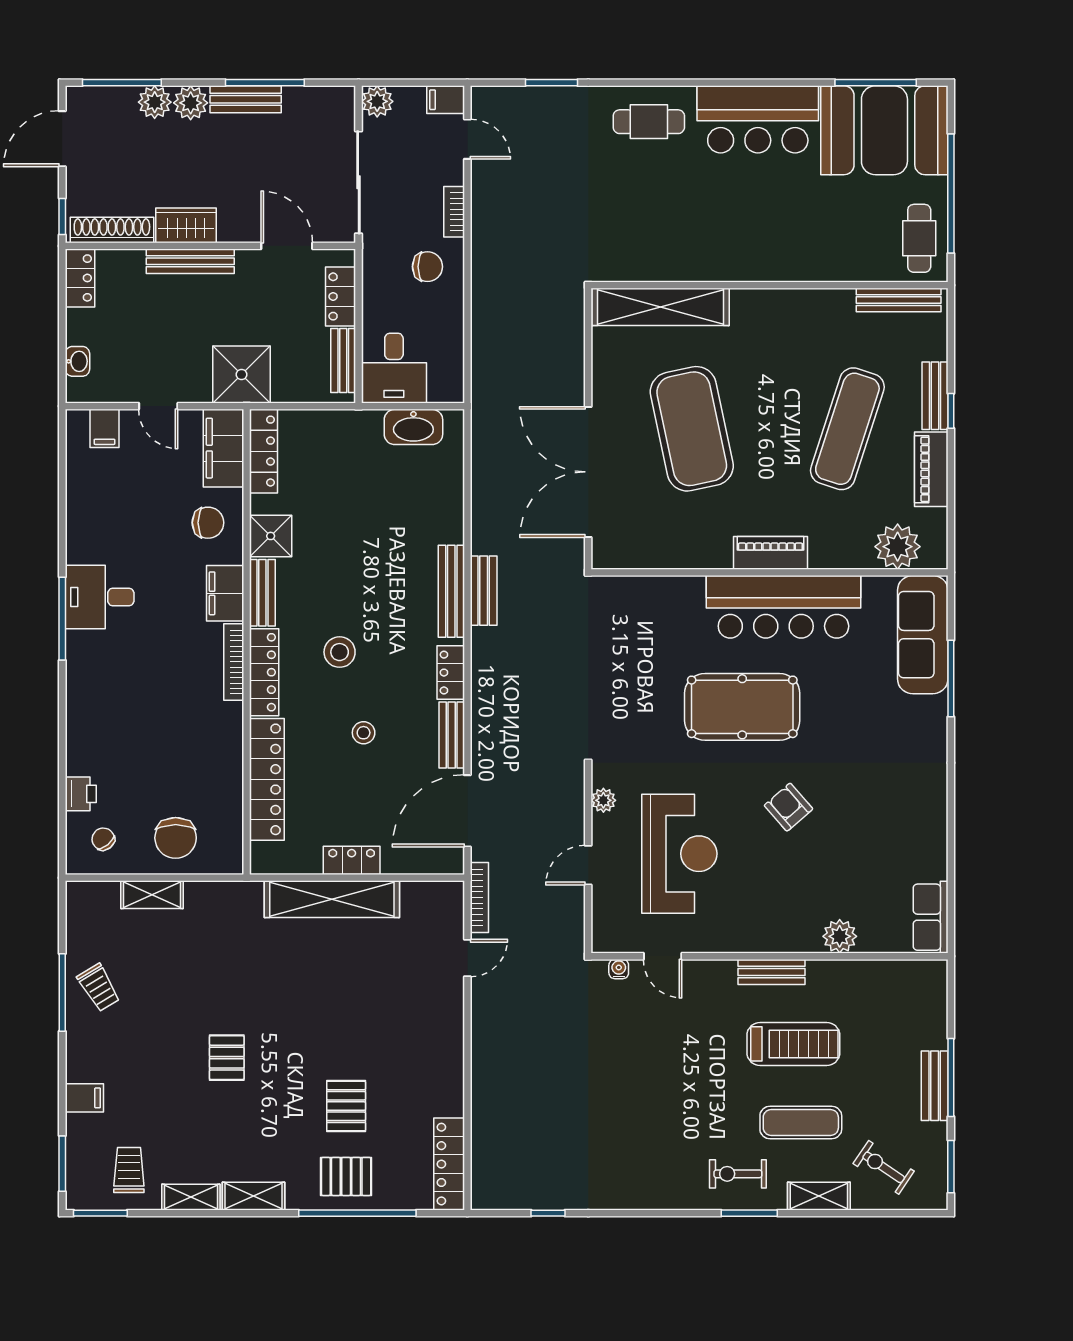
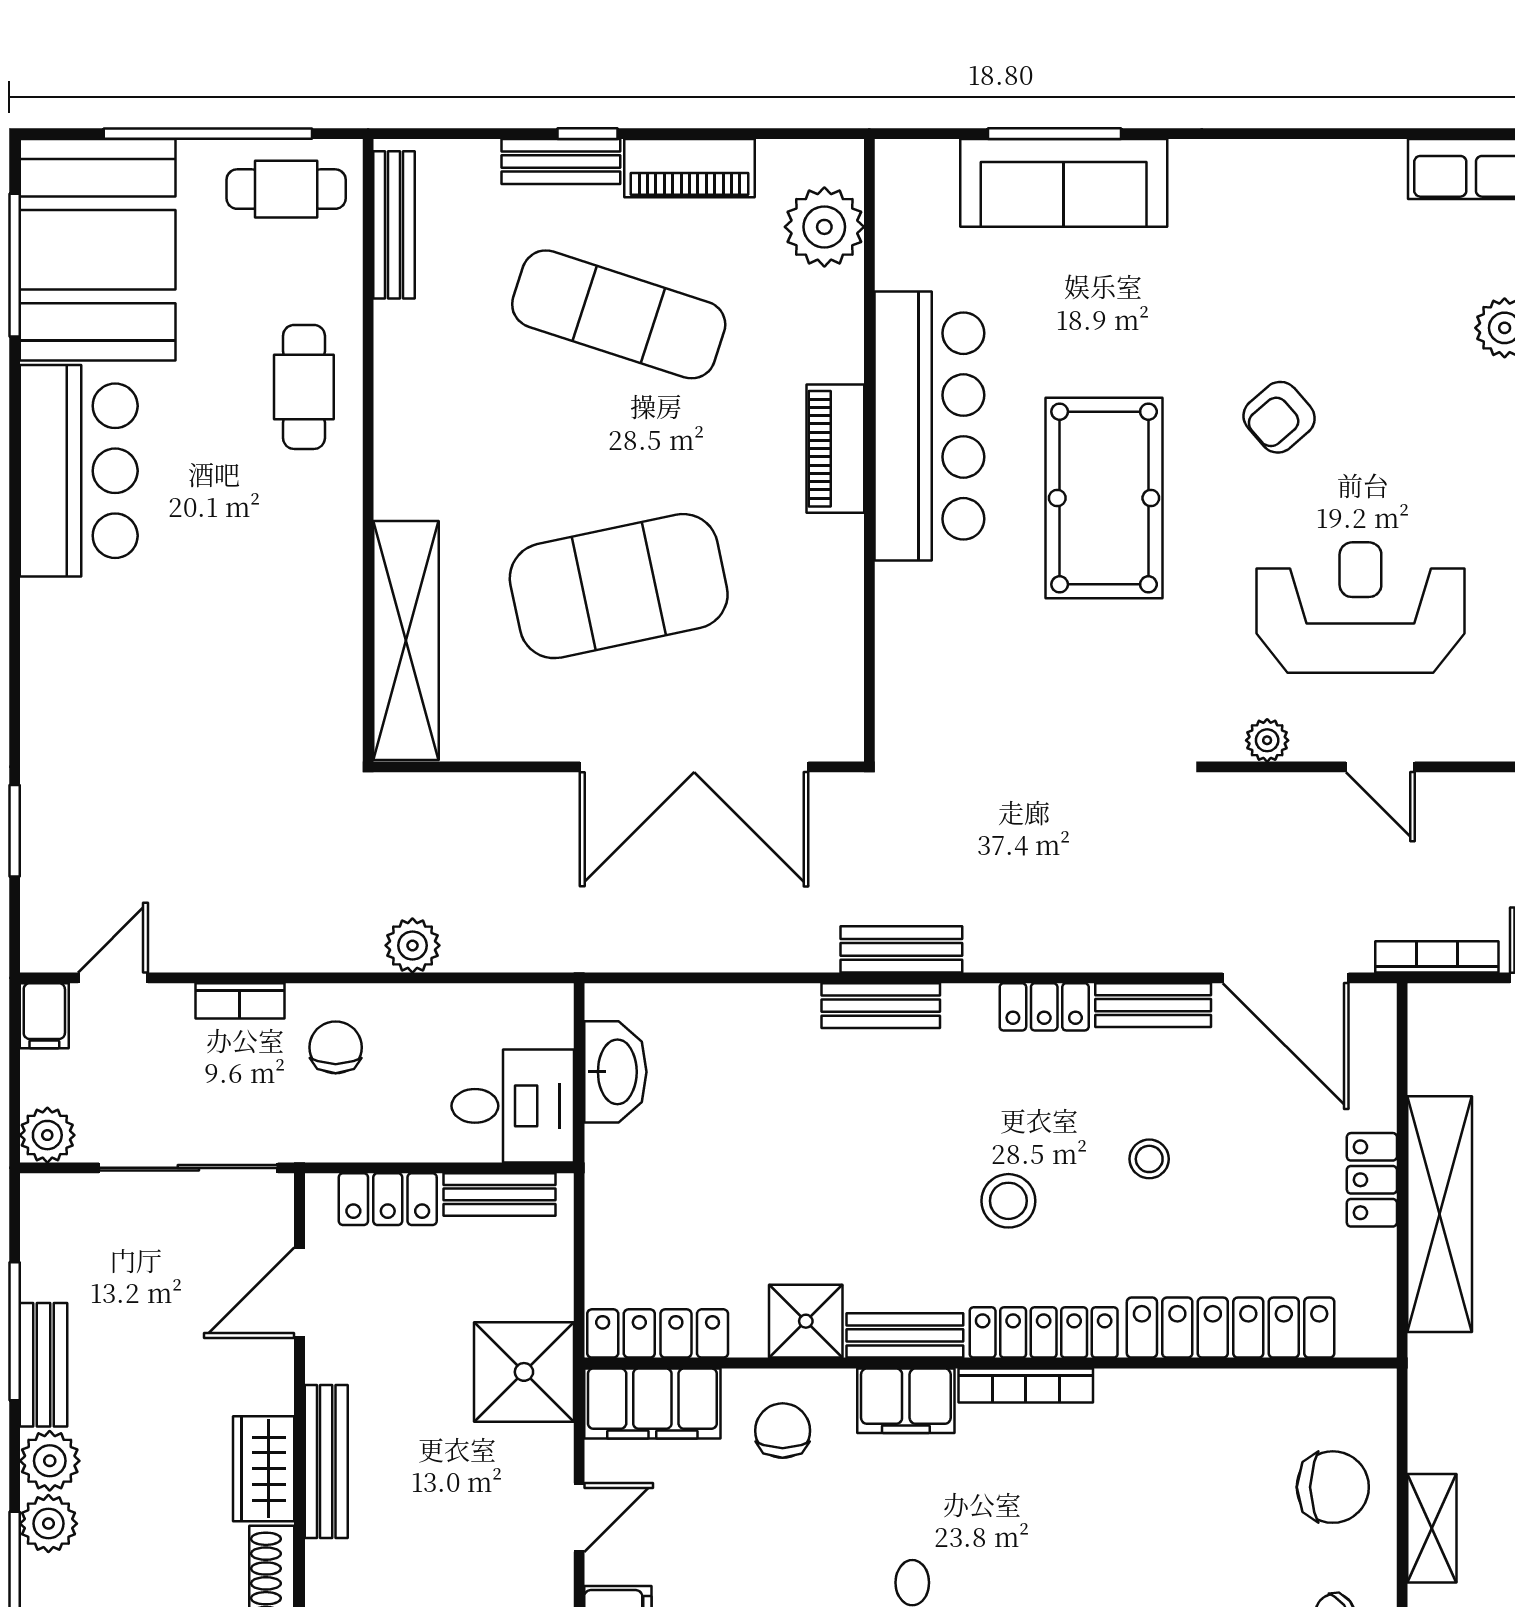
cafe table: (649, 122) -> (304, 387), moved
plant: (486, 311) -> (412, 945), added
bench: (451, 591) -> (881, 1006), width x0.73
sofa: (923, 635) -> (1064, 183), moved

